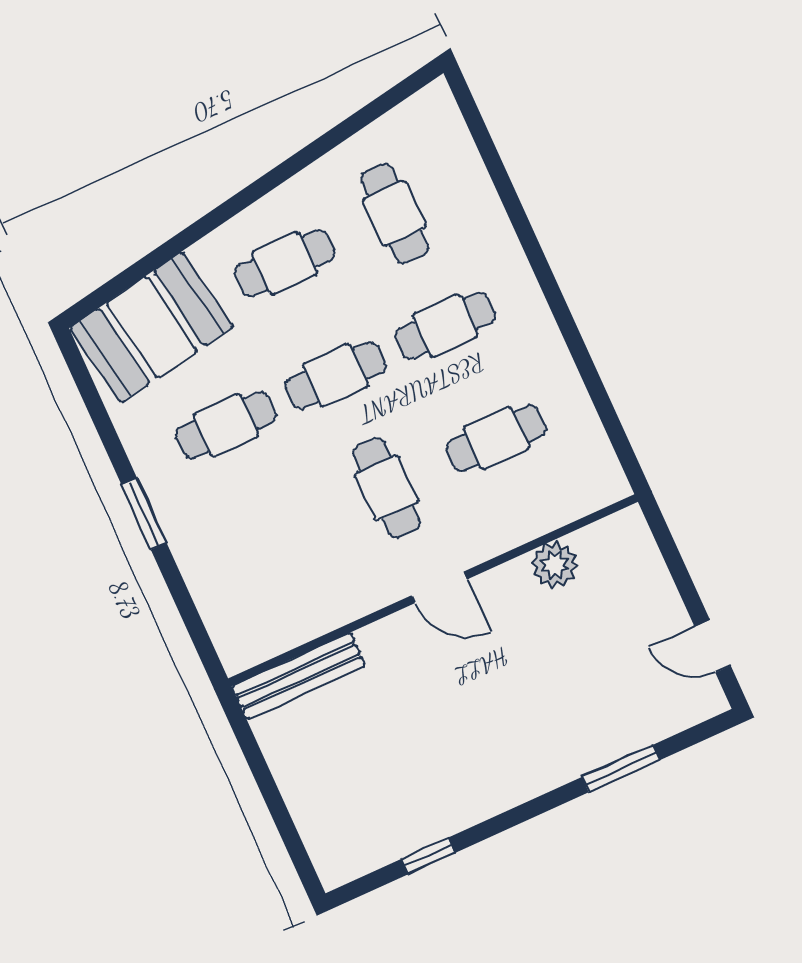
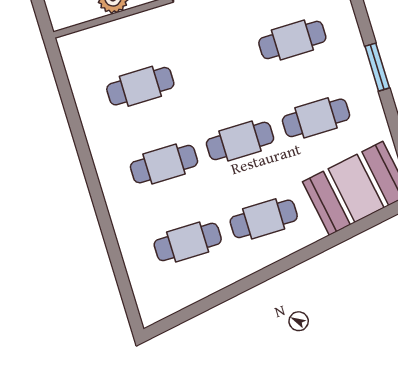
cafe table: (394, 213) -> (188, 242), turned 90
cafe table: (387, 488) -> (292, 40), moved, turned 90

